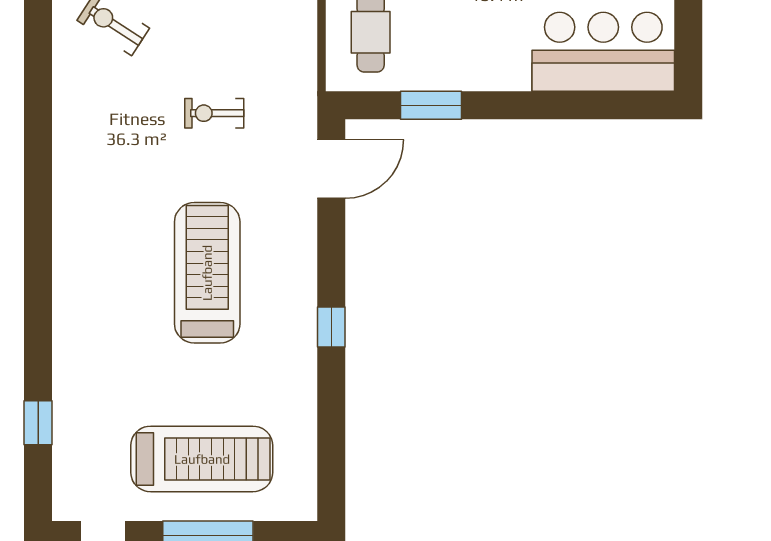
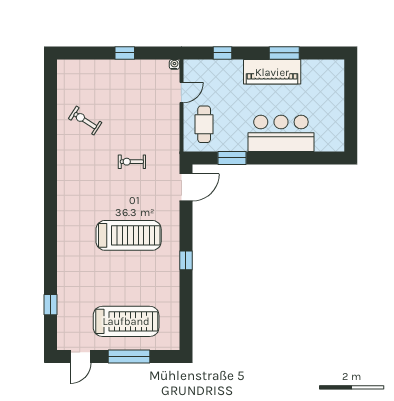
bar counter: (603, 52) -> (281, 133), moved
treadmill: (207, 273) -> (129, 235), turned 90

